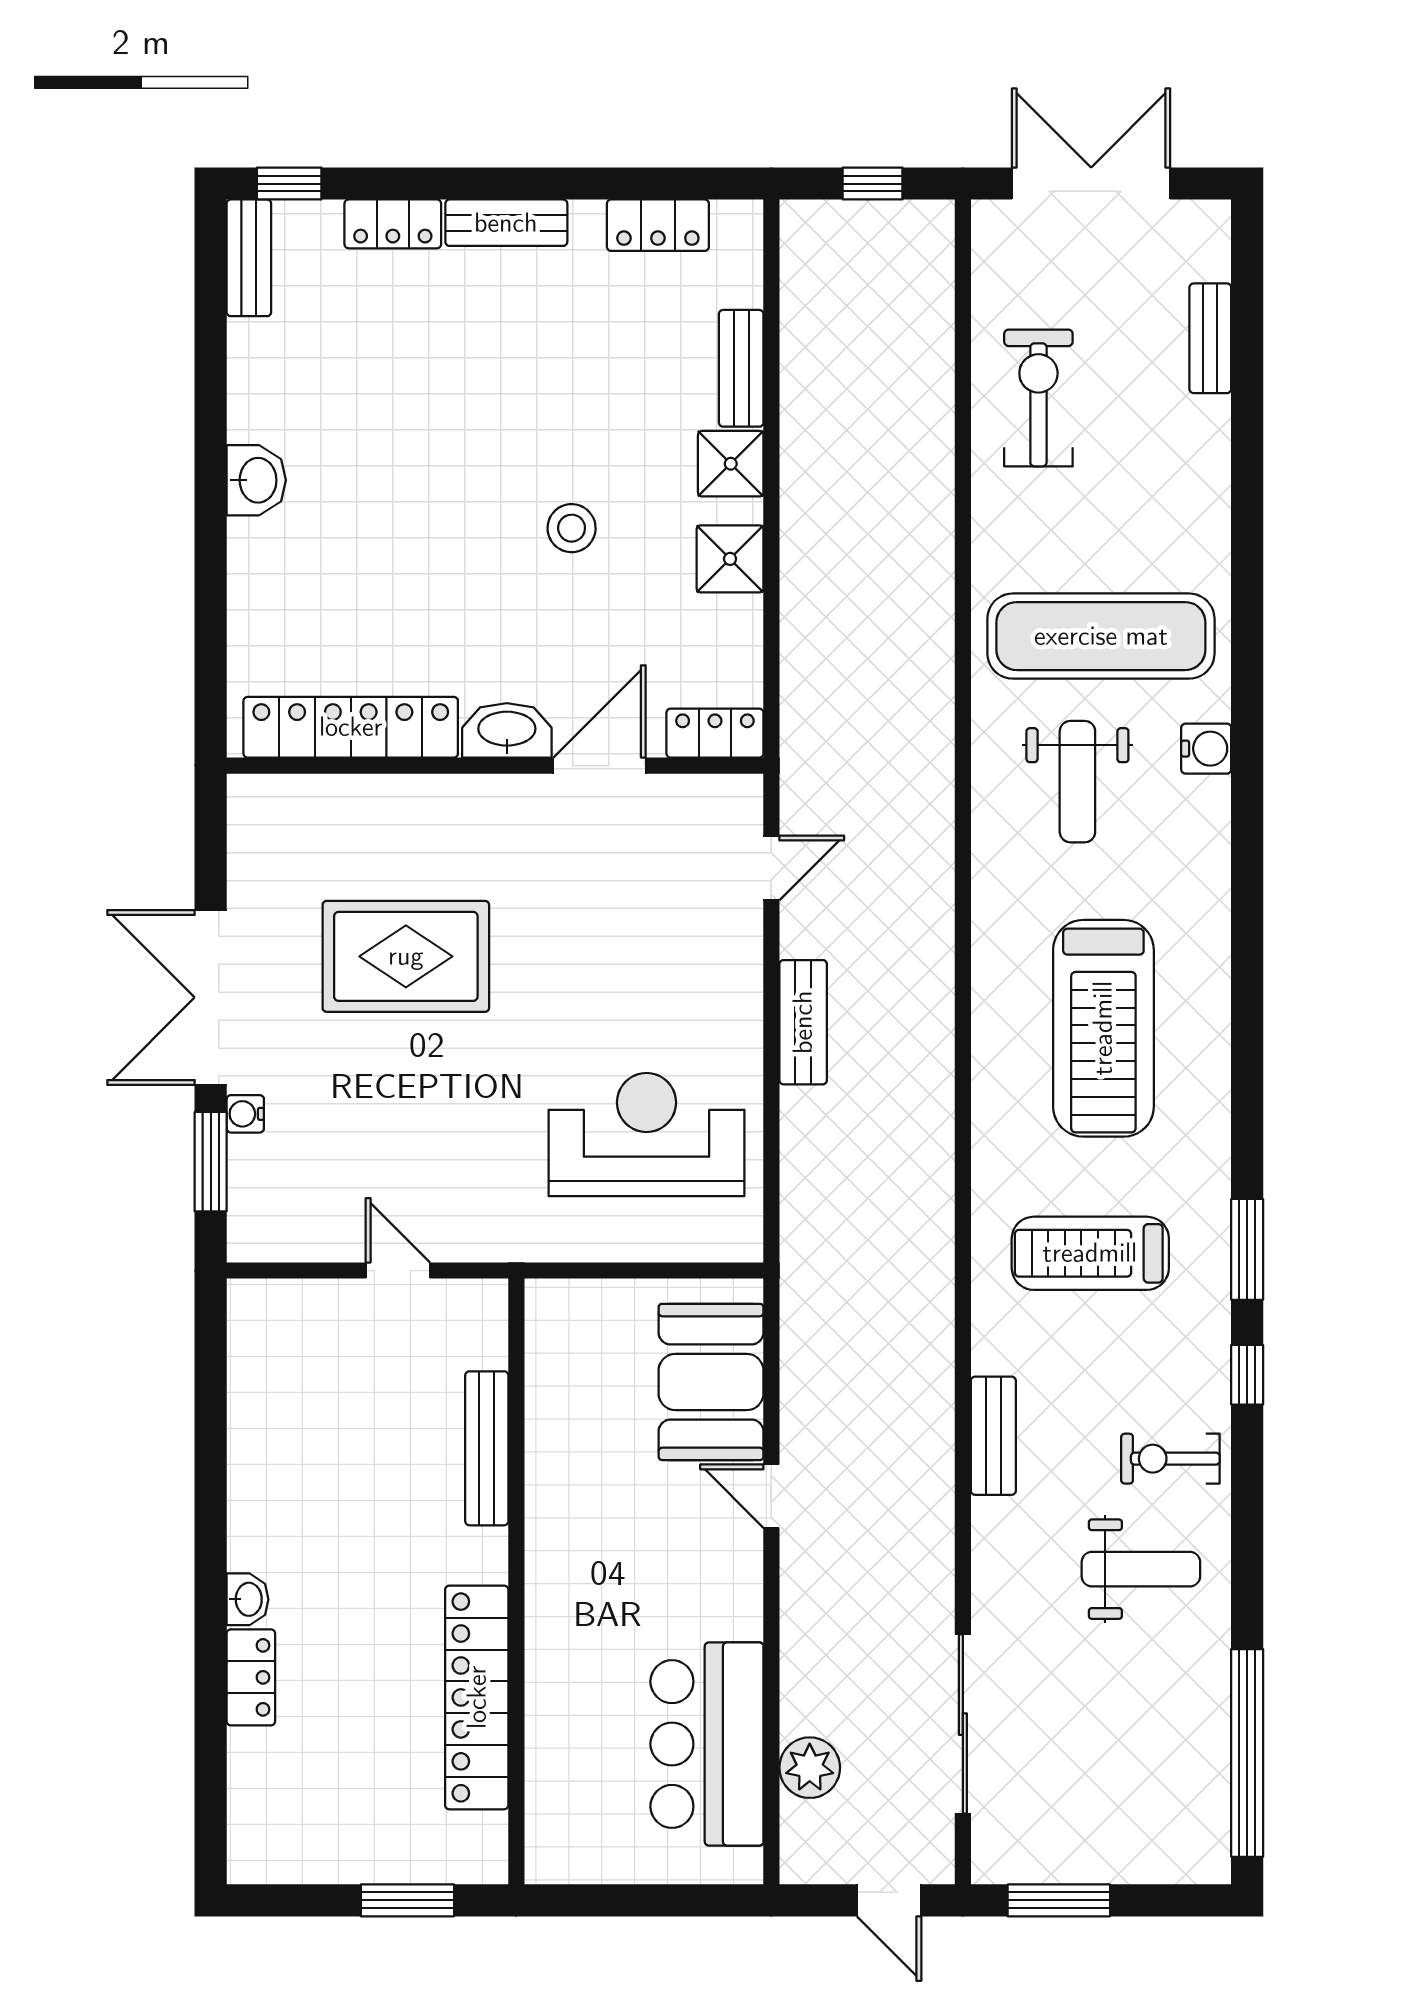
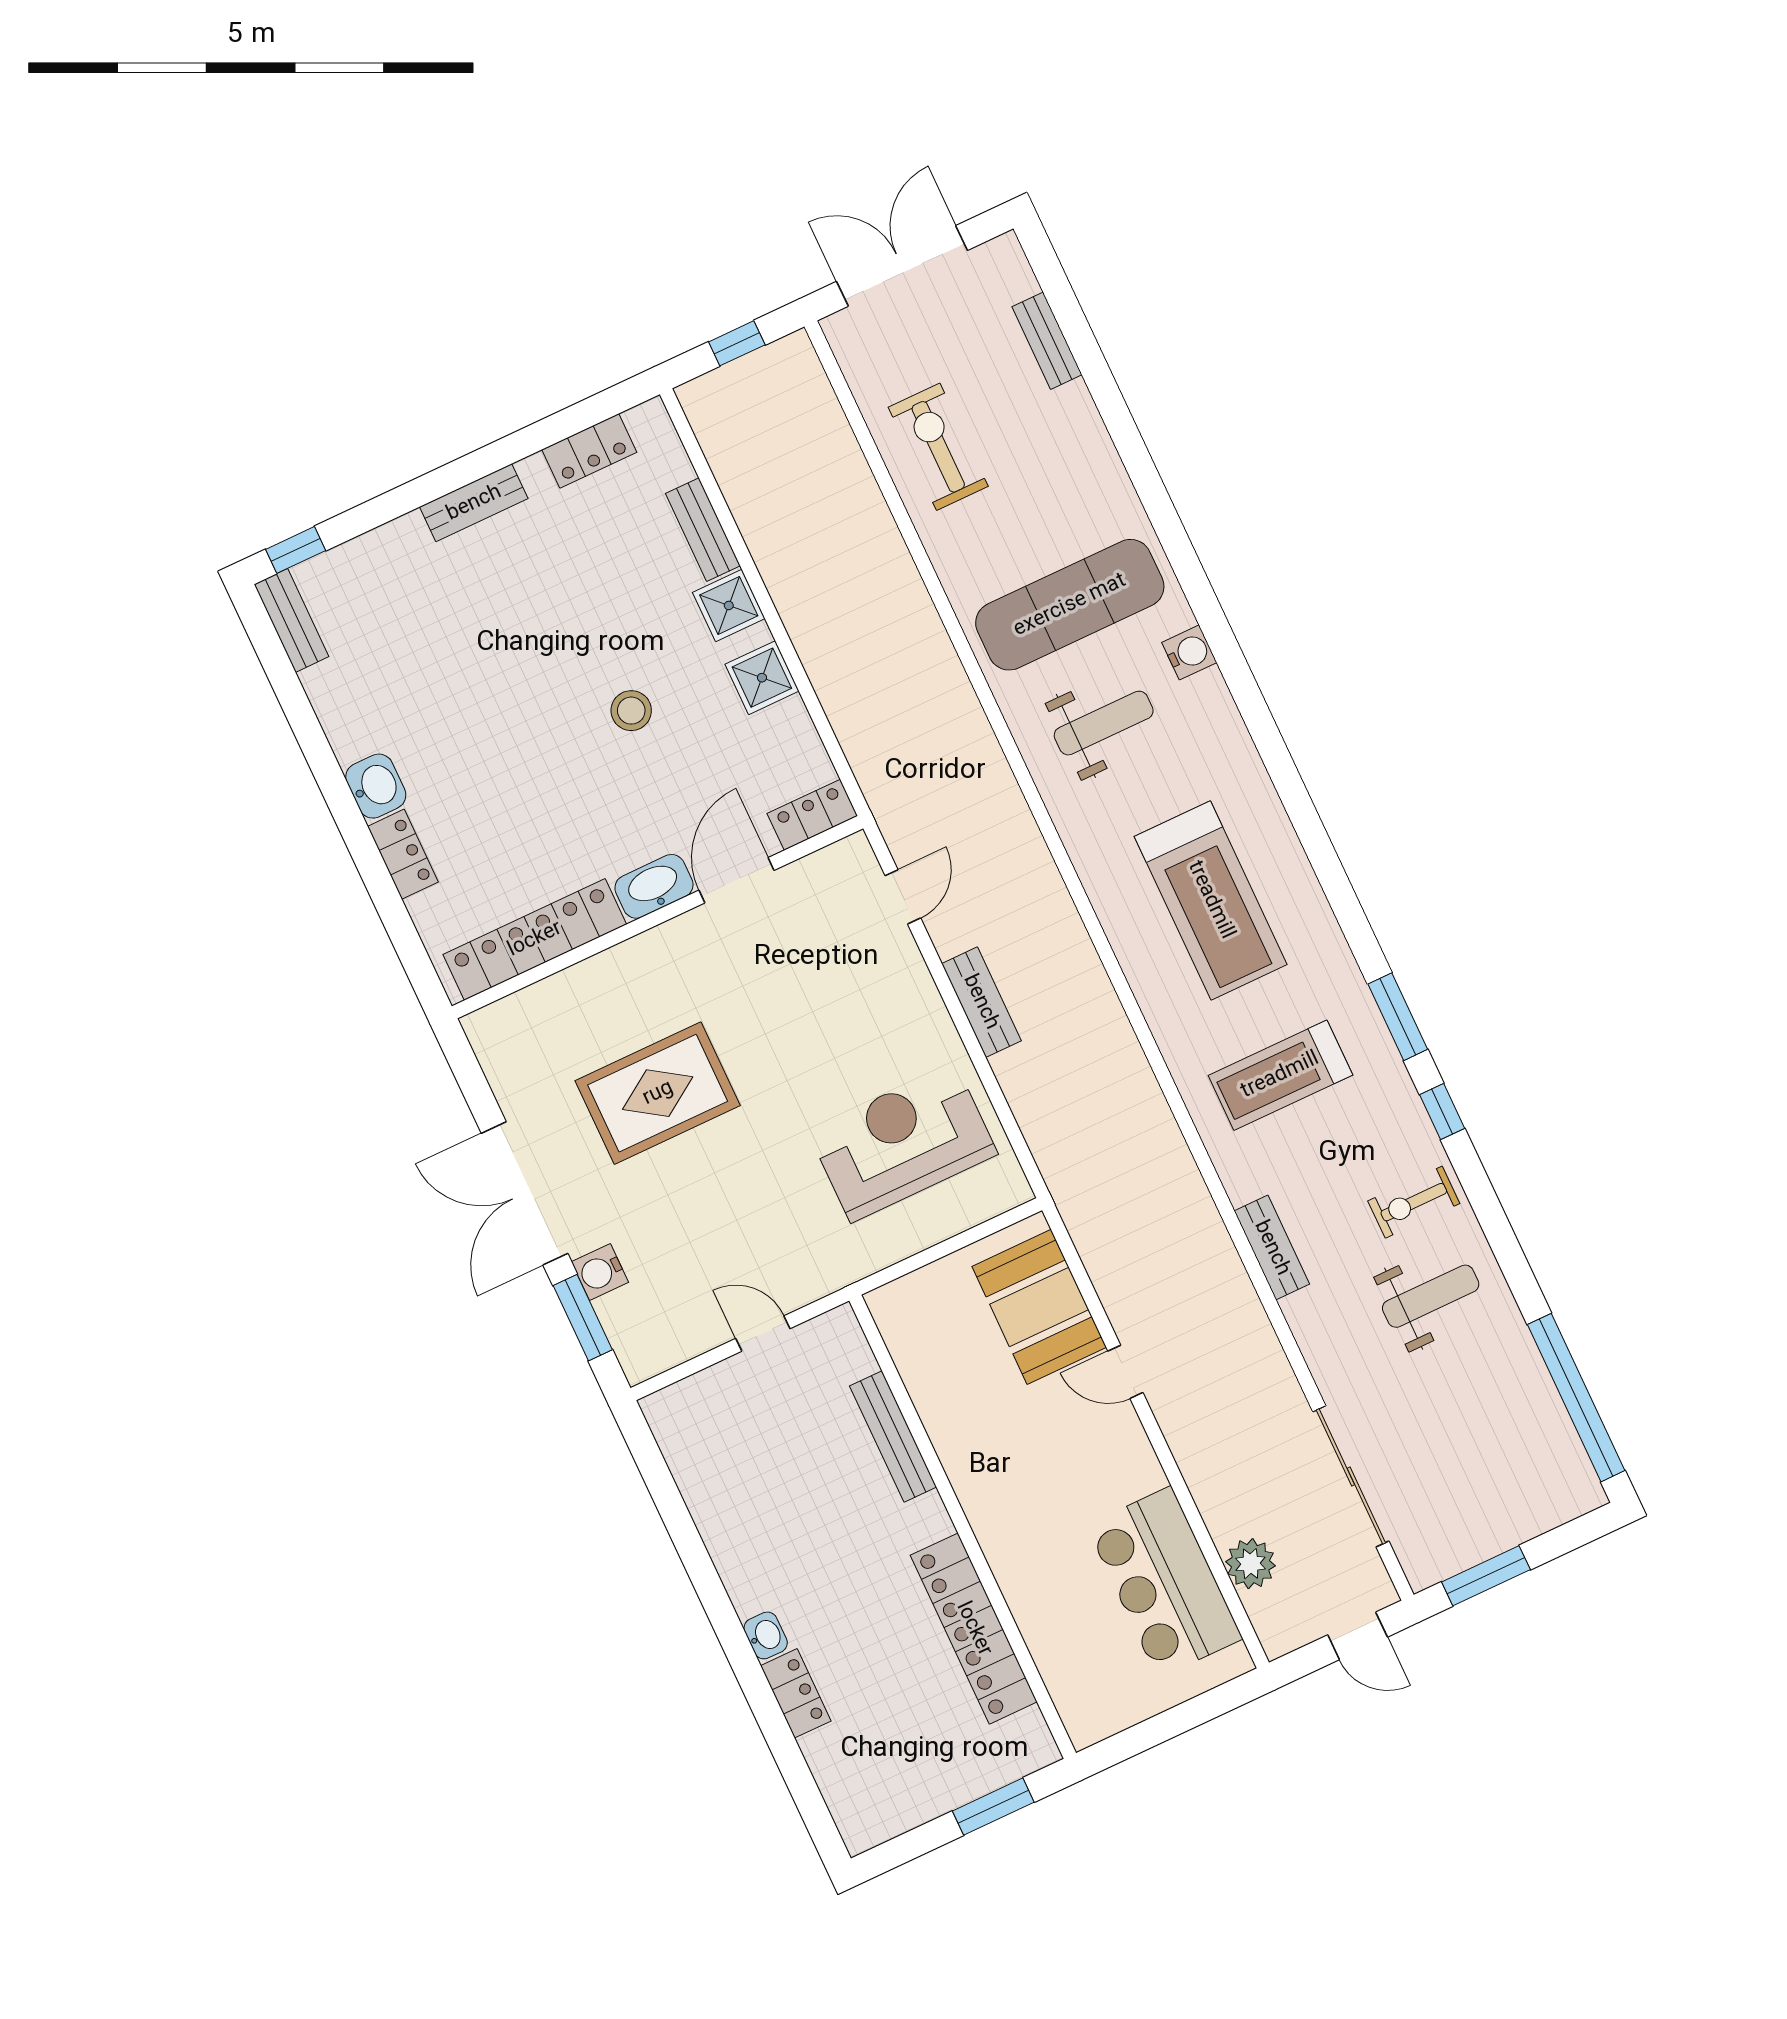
locker: (393, 224) -> (403, 854), moved, turned -90
weight bench: (1077, 782) -> (1104, 723), turned -90
water cooler: (245, 1114) -> (600, 1272), width x1.38, depth x1.38

